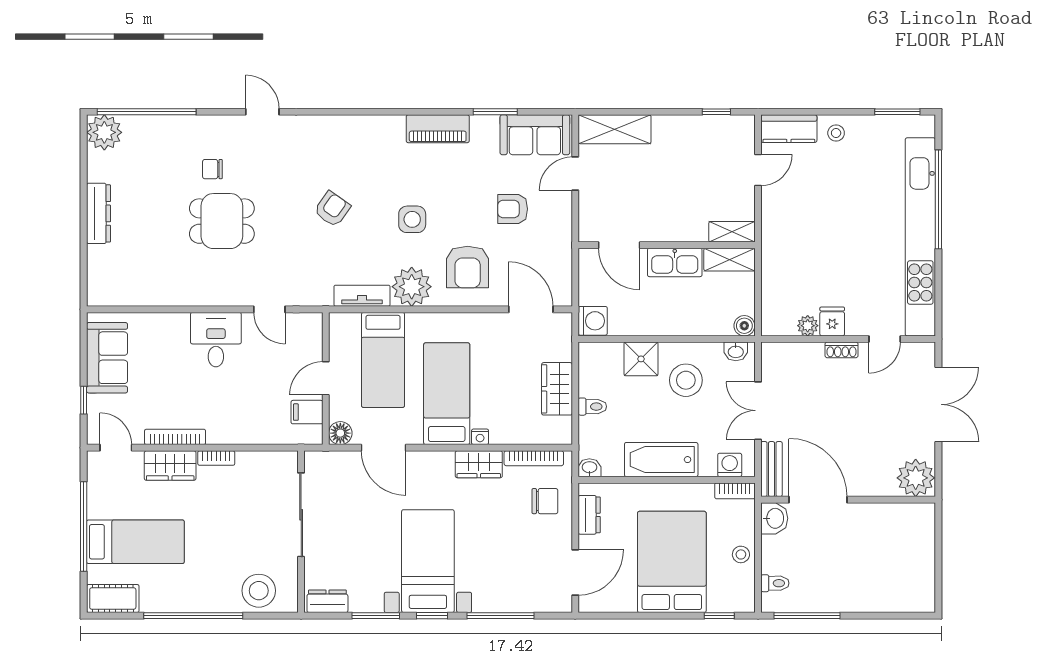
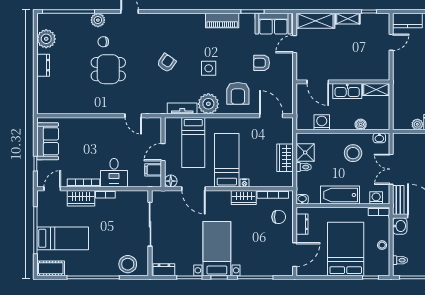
plant: (202, 128) -> (98, 20), added
plant: (104, 132) -> (46, 39), moved
dresser: (98, 213) -> (43, 65), width x0.70
shelving: (732, 232) -> (348, 19), moved
washing machine: (593, 321) -> (322, 122), moved, turned -90
boiler: (744, 326) -> (361, 124), moved
desk: (216, 340) -> (114, 173), moved, turned 180
shower: (641, 359) -> (305, 152), moved
door: (116, 448) -> (52, 189), hinge flipped

